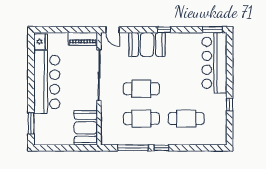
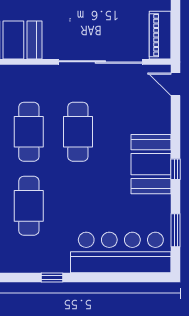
door: (113, 30) -> (176, 84), hinge flipped
window: (212, 30) -> (176, 230), moved
booth: (147, 45) -> (151, 164), moved

